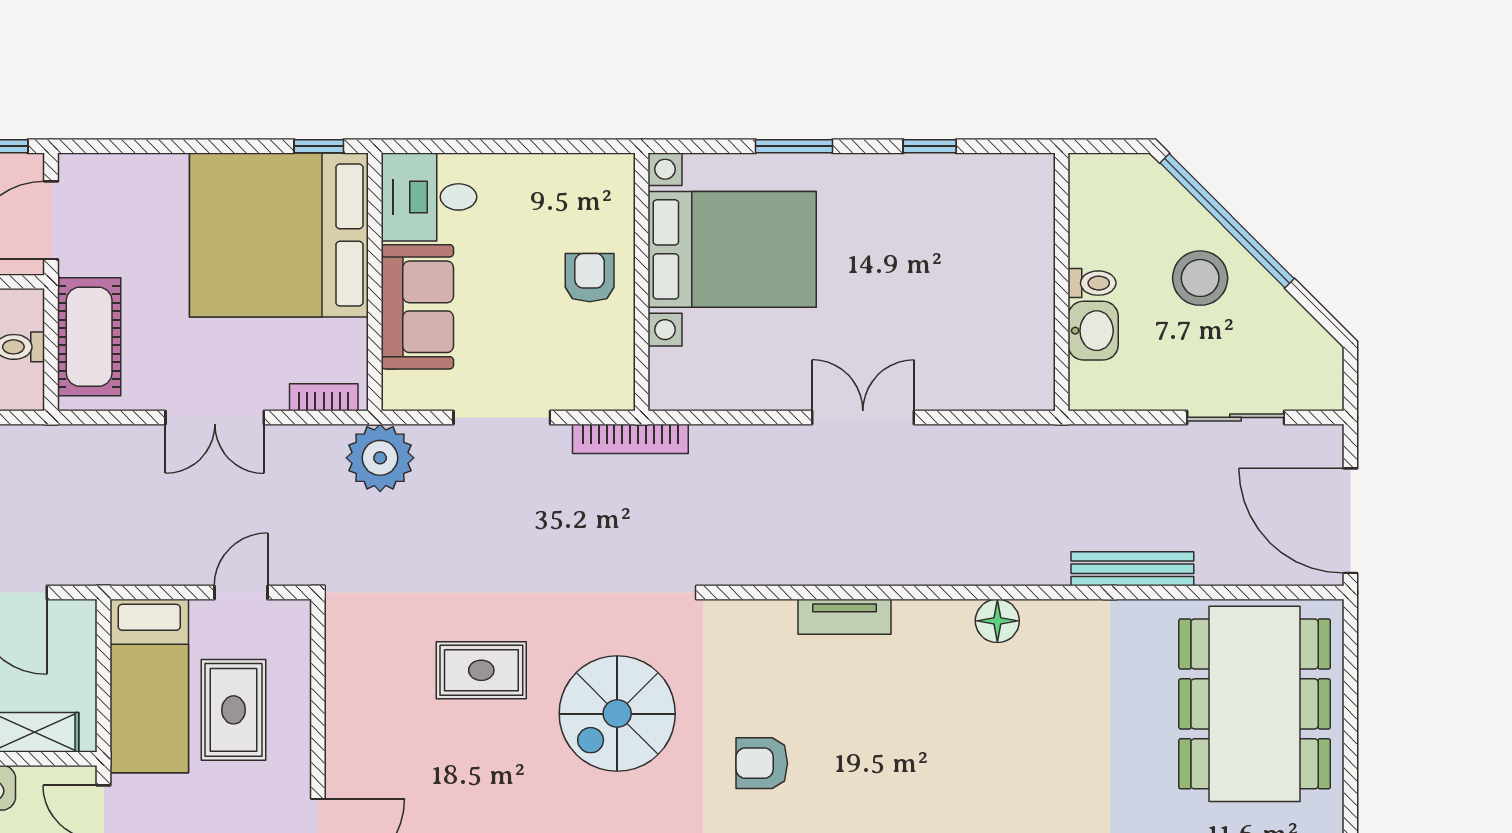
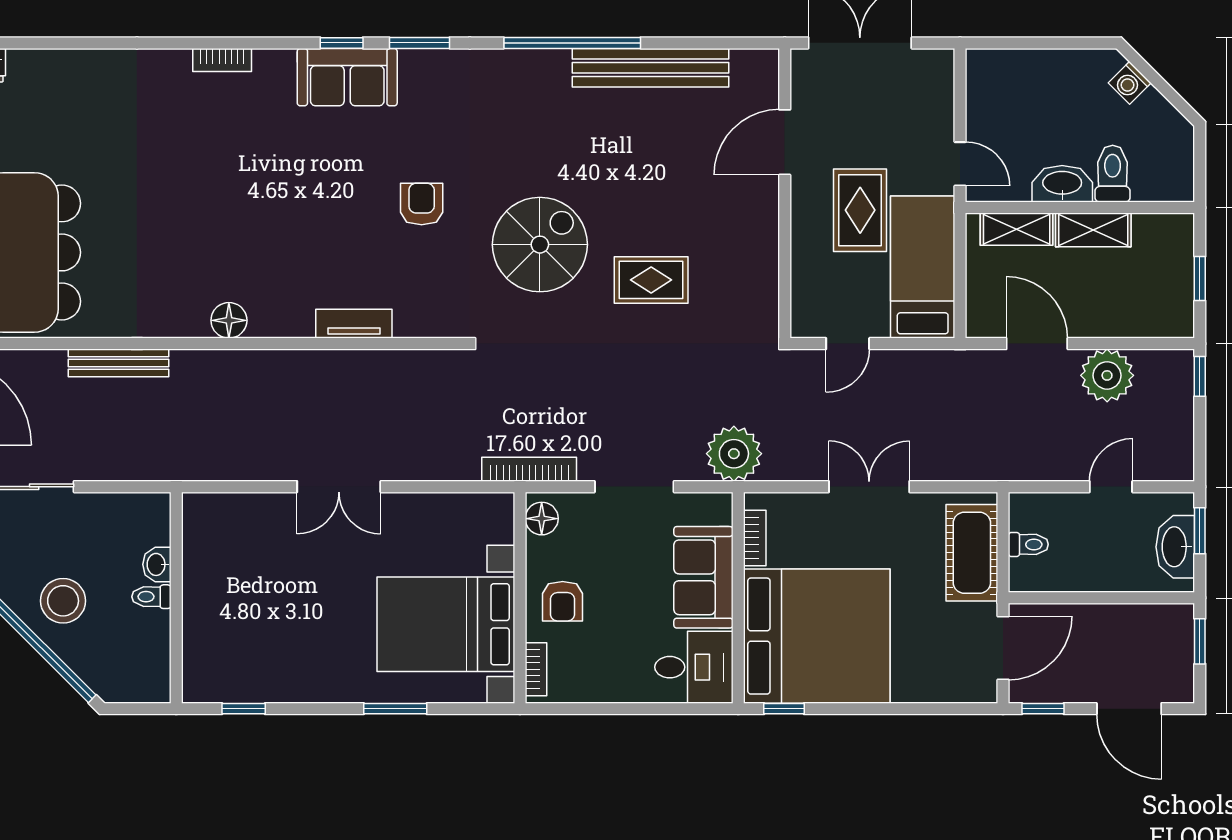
window: (930, 146) -> (244, 709), moved
bookcase: (622, 194) -> (536, 669), added
washbasin: (1093, 331) -> (157, 564), width x0.72, depth x0.69
floor lamp: (615, 379) -> (542, 519), added
bookcase: (324, 397) -> (755, 538), moved, turned -90
rug: (233, 710) -> (860, 210), moved
armchair: (762, 763) -> (422, 204), turned -90

